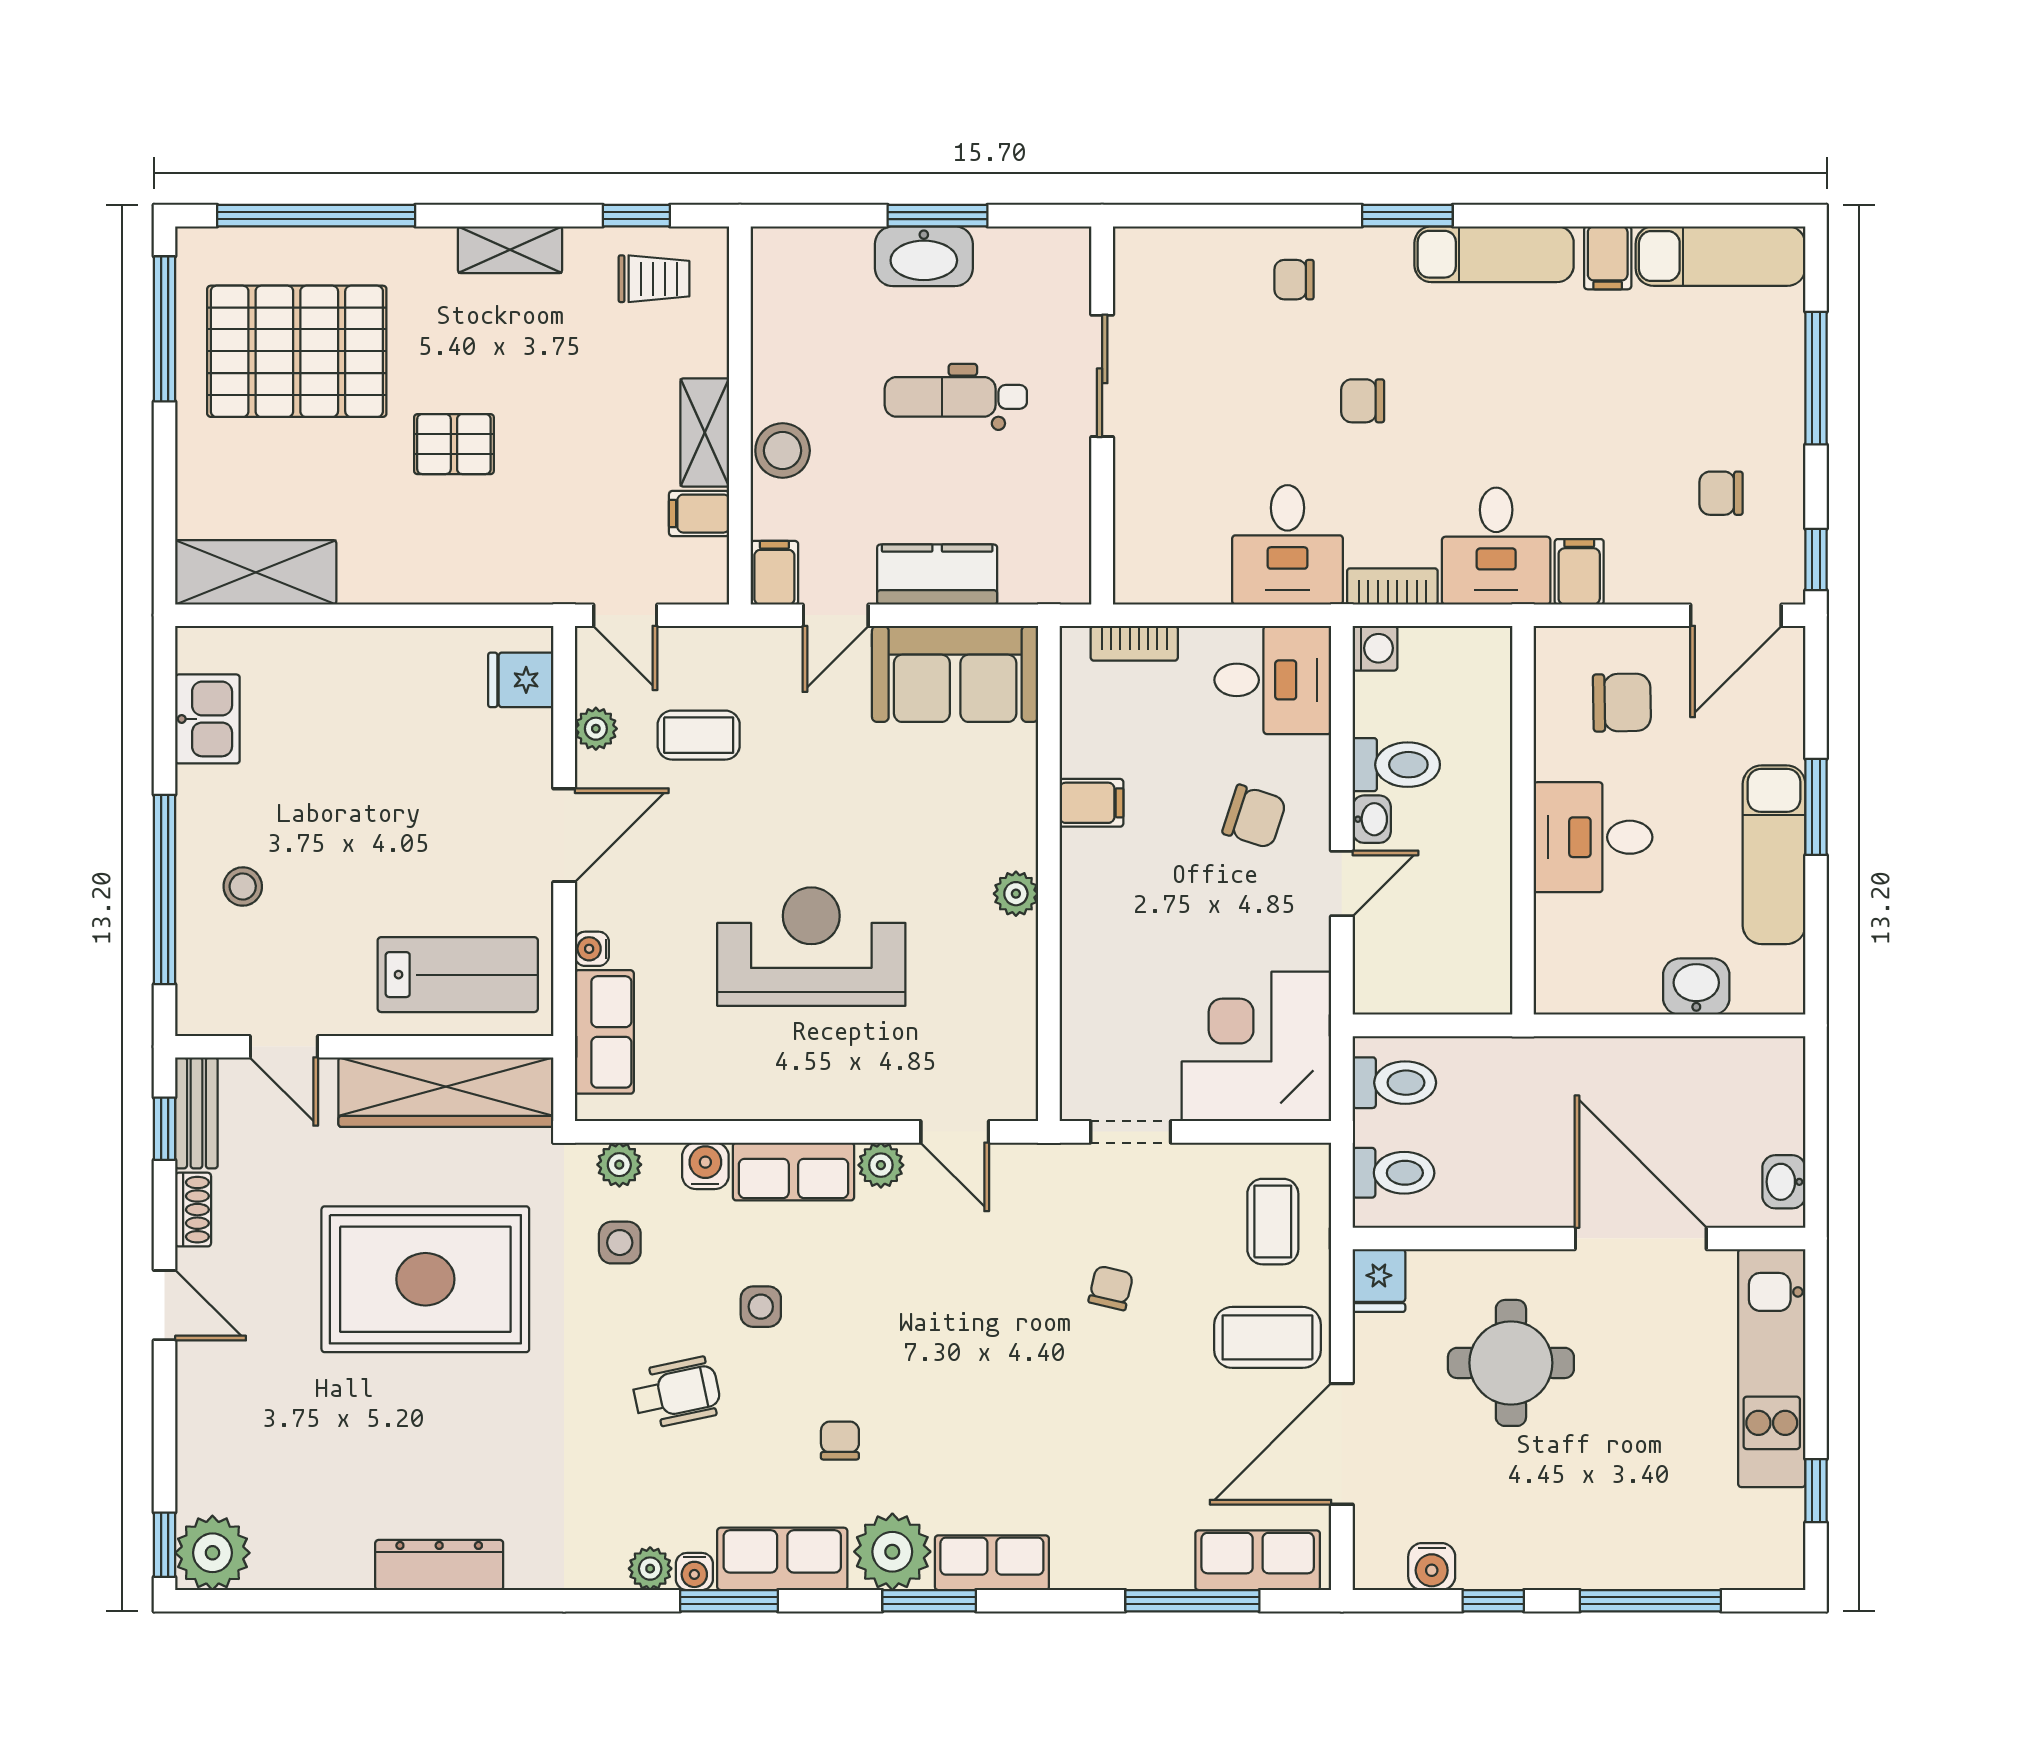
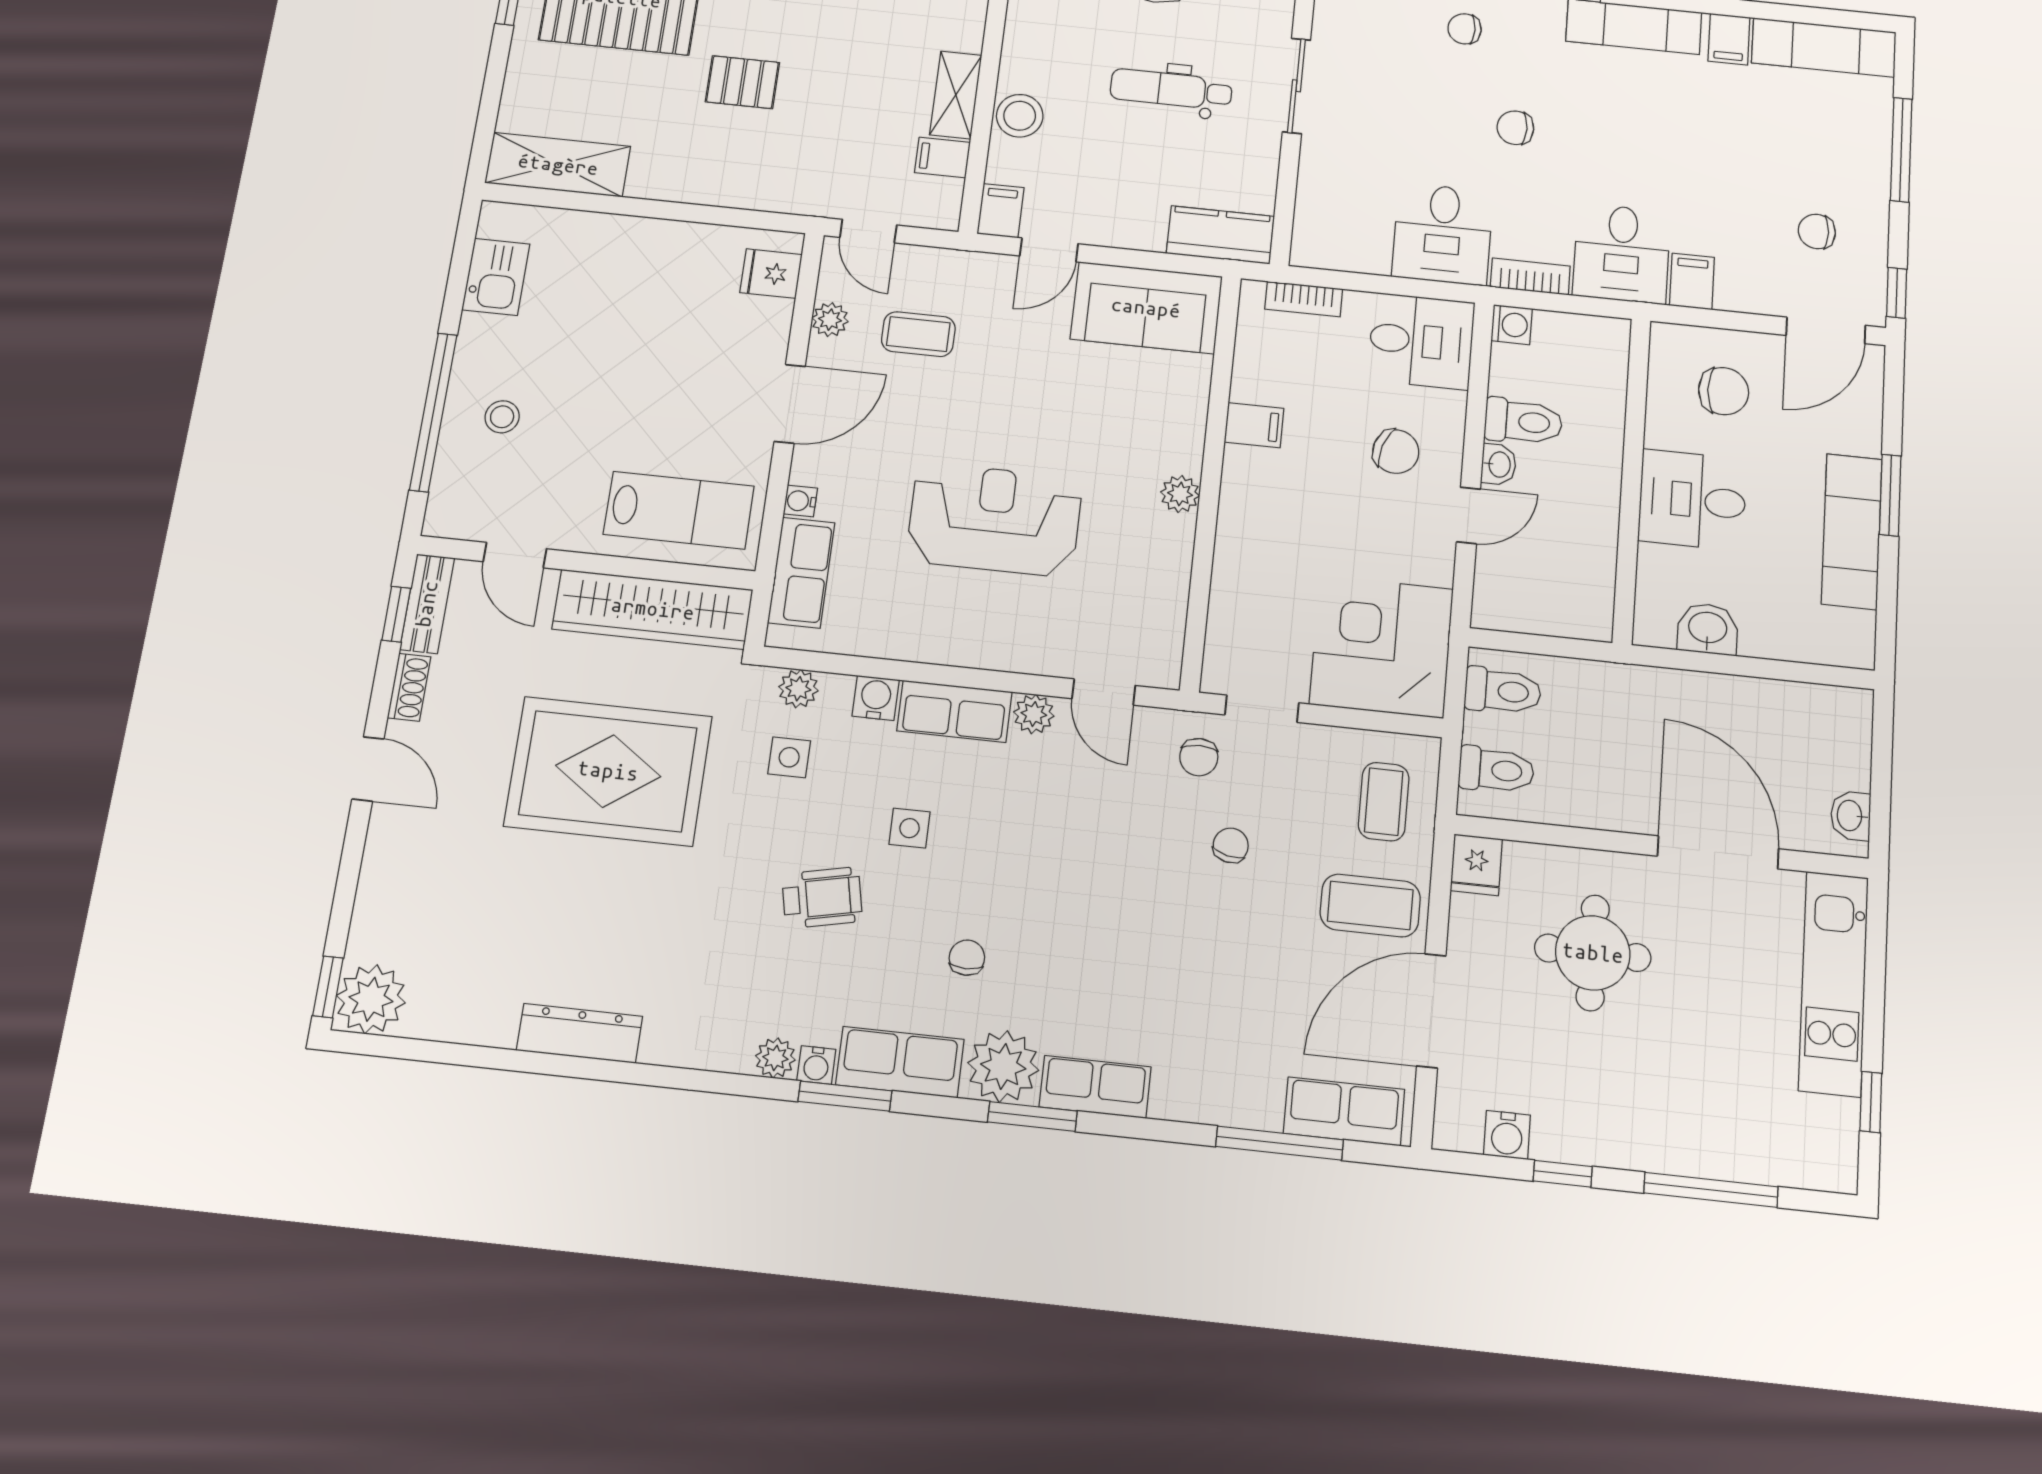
kitchen counter: (937, 574) -> (1220, 235), moved
washbasin: (1696, 987) -> (1708, 629), moved
chair: (1067, 1194) -> (1199, 757), added

